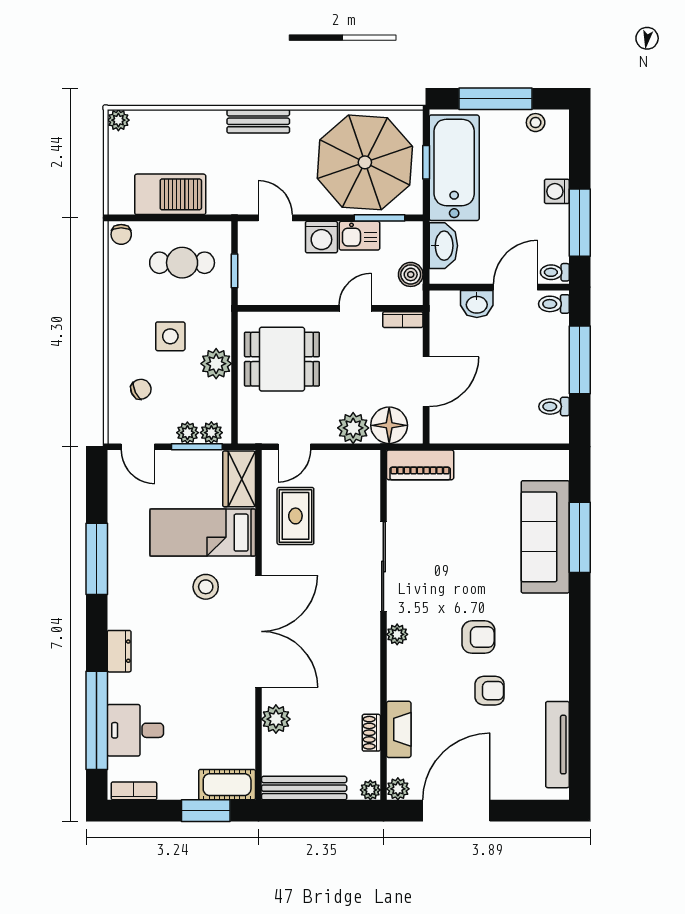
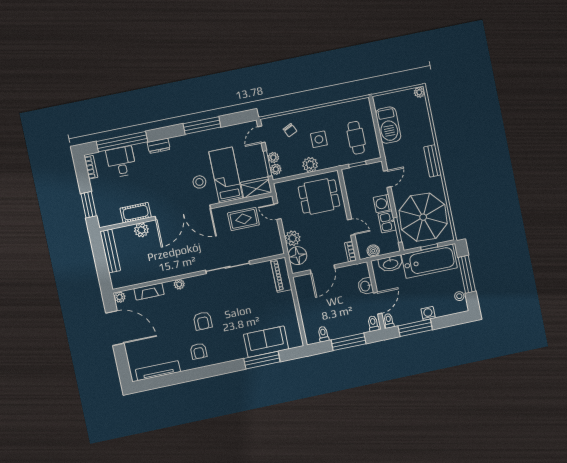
chair: (121, 234) -> (364, 105), removed
door: (516, 287) -> (378, 303), hinge flipped
dining table: (282, 359) -> (319, 196), turned 90
door: (426, 382) -> (323, 269), hinge flipped
sofa: (545, 537) -> (266, 342), width x0.73
plant: (397, 634) -> (179, 284), moved
armchair: (490, 691) -> (199, 351), moved
shoe rack: (371, 733) -> (145, 278), removed
cot: (227, 785) -> (136, 213), moved, turned 90
plant: (370, 790) -> (116, 284), removed

